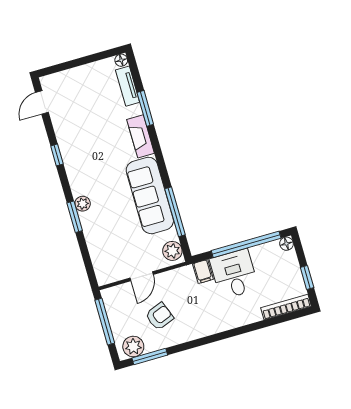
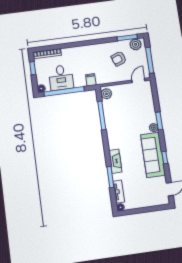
sofa: (150, 195) -> (153, 155), moved, turned 180
desk: (234, 274) -> (61, 78), moved
door: (142, 276) -> (138, 80), moved

